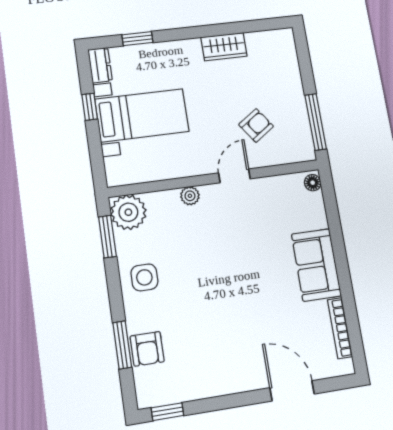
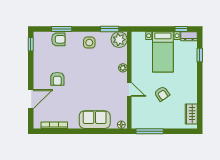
wardrobe: (224, 47) -> (191, 114), moved
window: (90, 107) -> (181, 29), moved
armchair: (256, 125) -> (162, 94), moved
sofa: (316, 265) -> (95, 120), moved
armchair: (237, 337) -> (57, 79), added
armchair: (147, 349) -> (58, 39), turned 180

